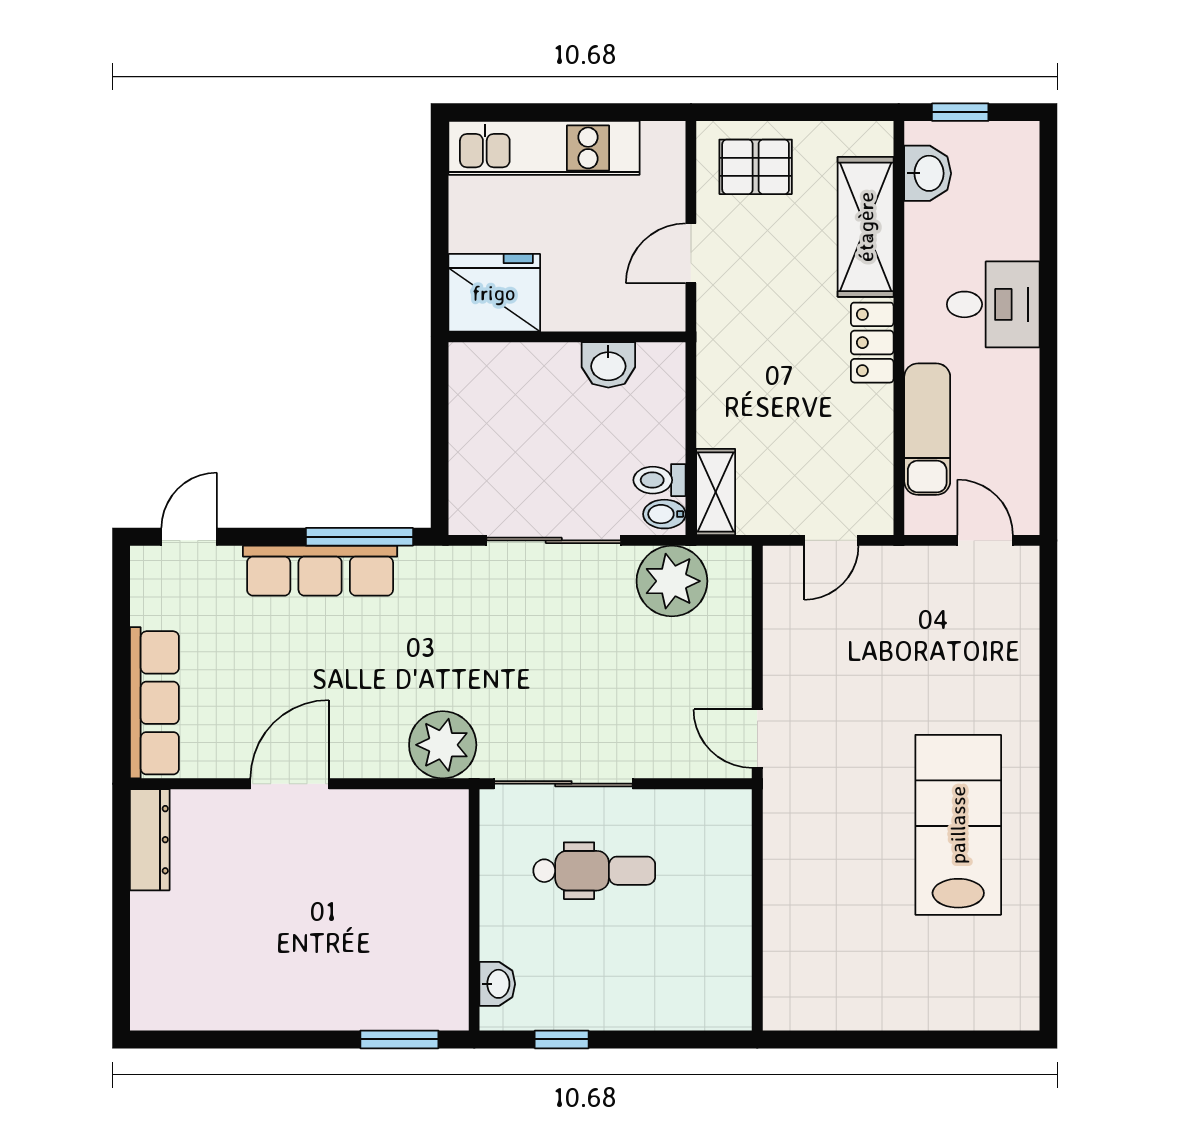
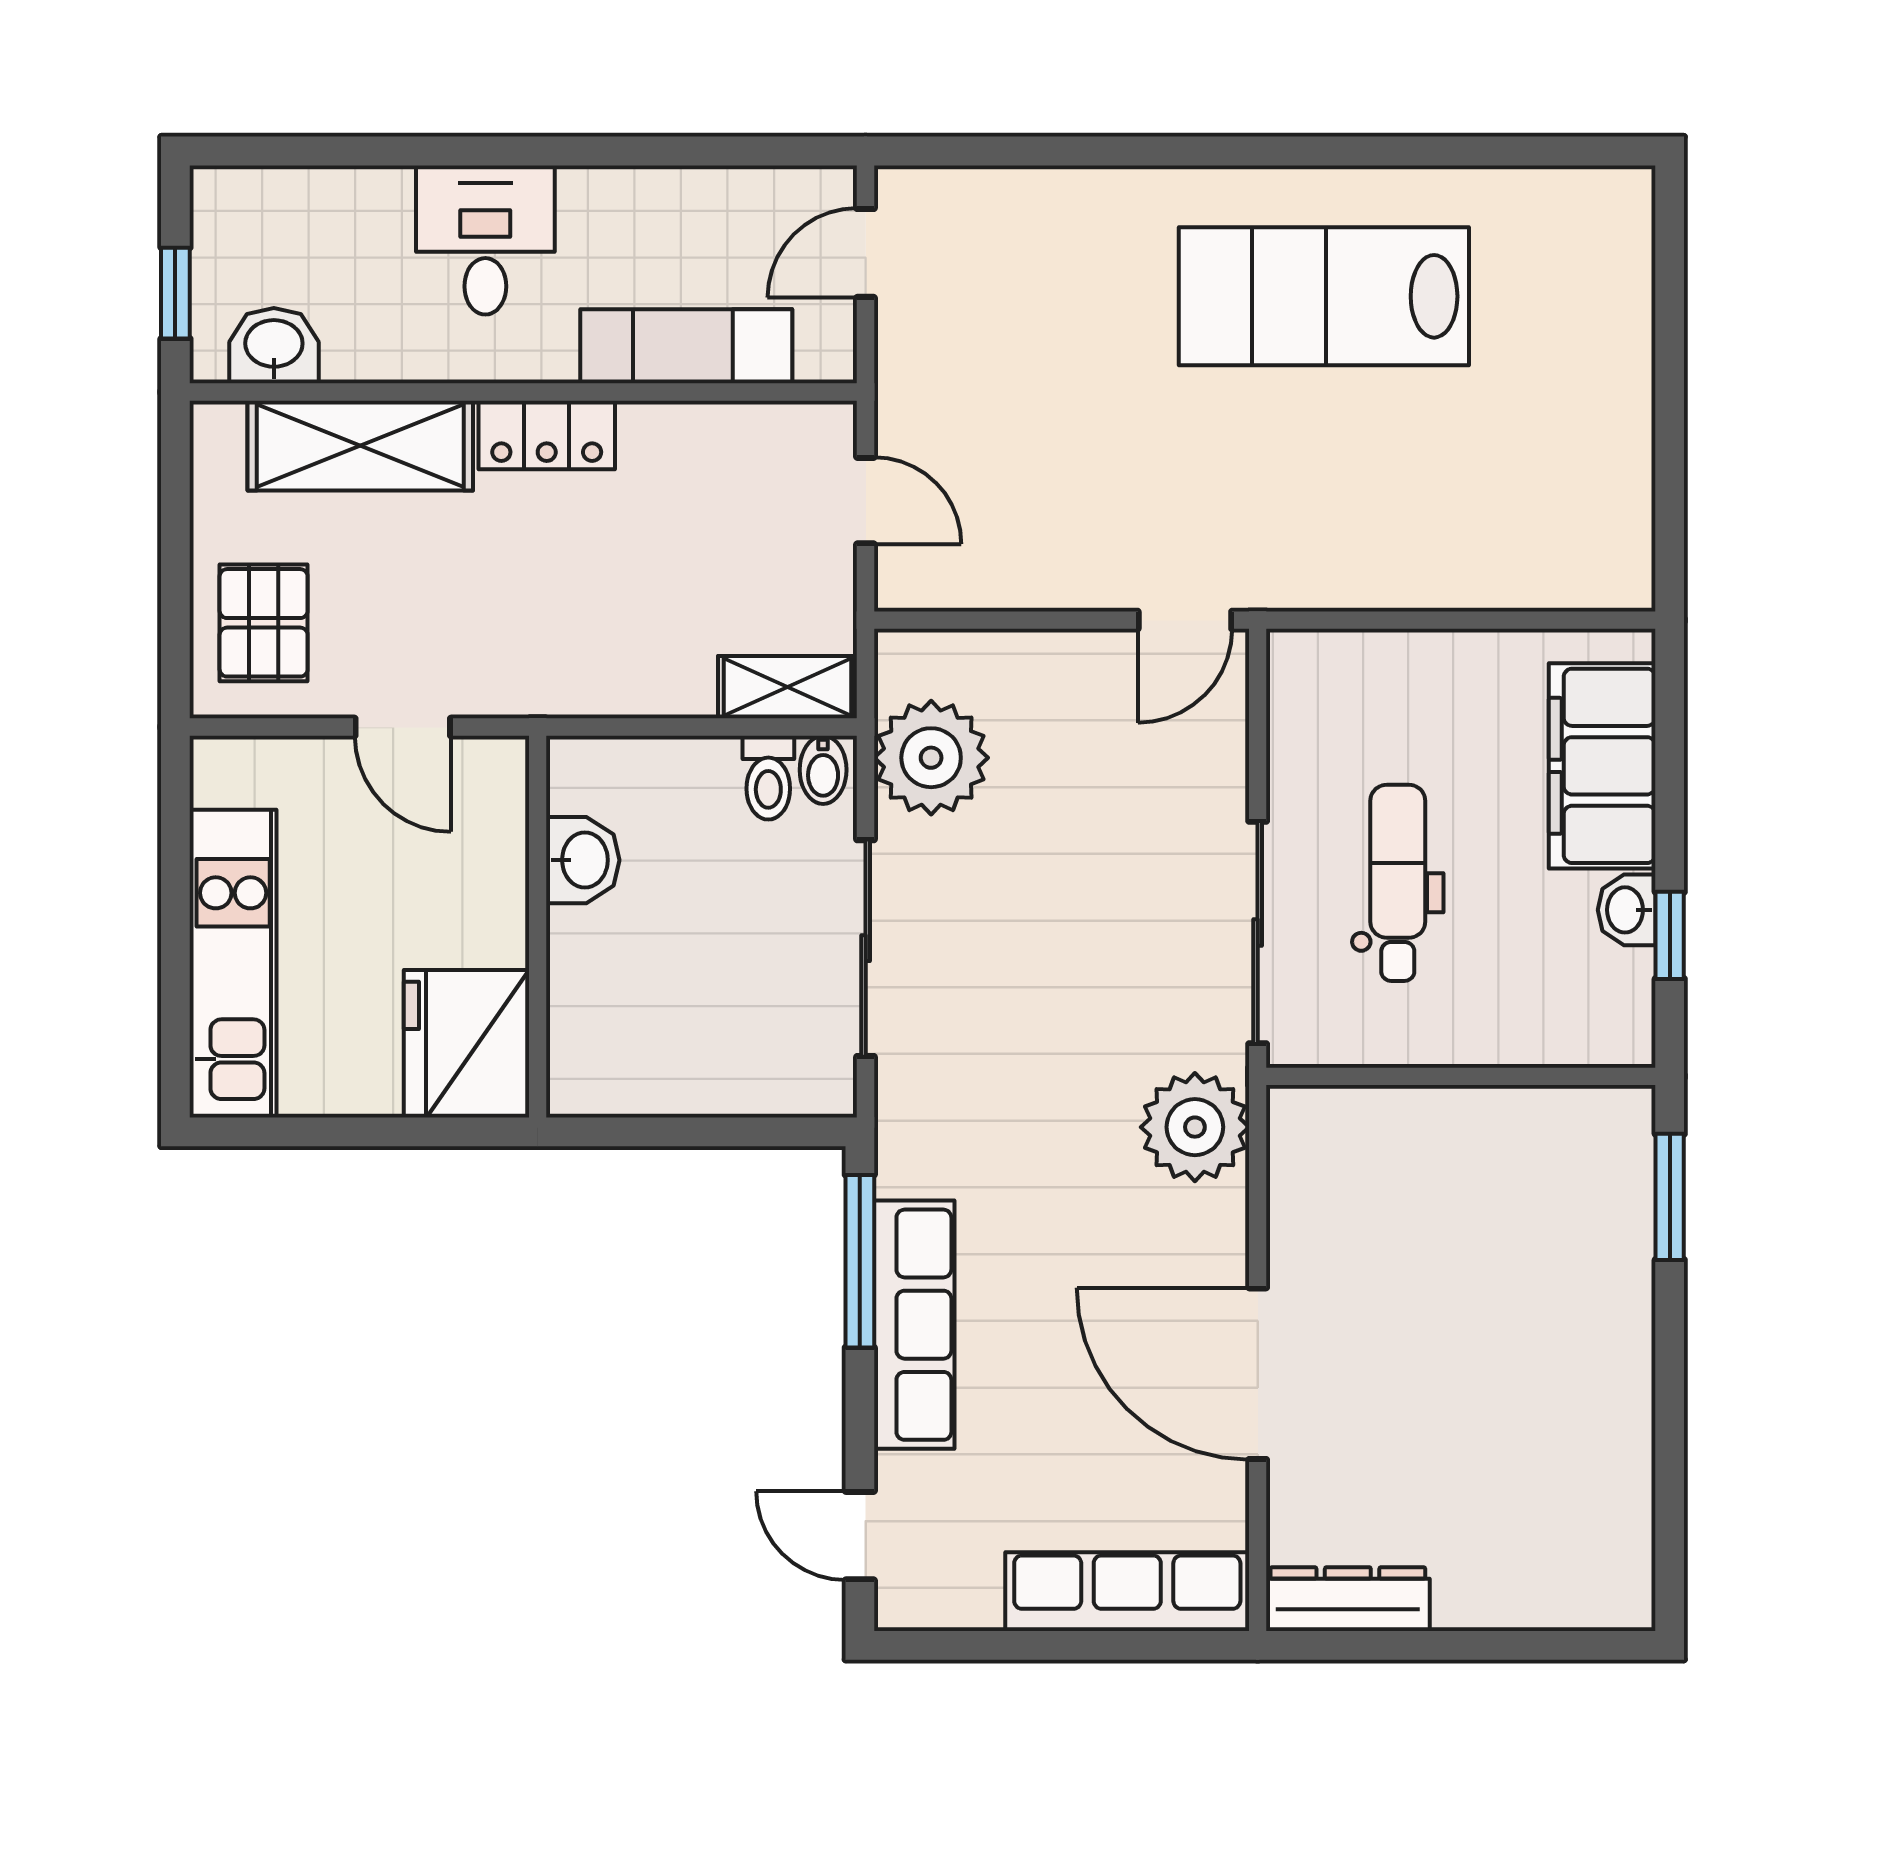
door: (290, 784) -> (1258, 1374), width x1.36
washbasin: (497, 984) -> (1627, 910), moved, turned -90
filing cabinet: (667, 997) -> (1602, 766), added

